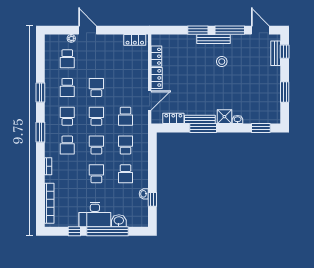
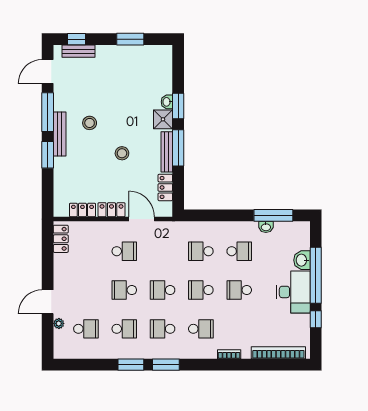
stool: (199, 86) -> (122, 153), added
school desk: (126, 116) -> (124, 251), moved
window: (261, 128) -> (178, 106), moved
window: (40, 132) -> (166, 365), moved
window: (152, 199) -> (273, 215), width x2.17

